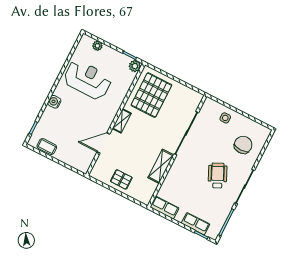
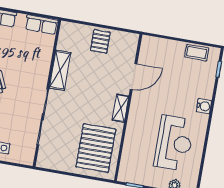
plant: (135, 66) -> (125, 175), removed
reception desk: (88, 80) -> (174, 143), turned -90
pallet: (121, 179) -> (100, 41), turned 90

